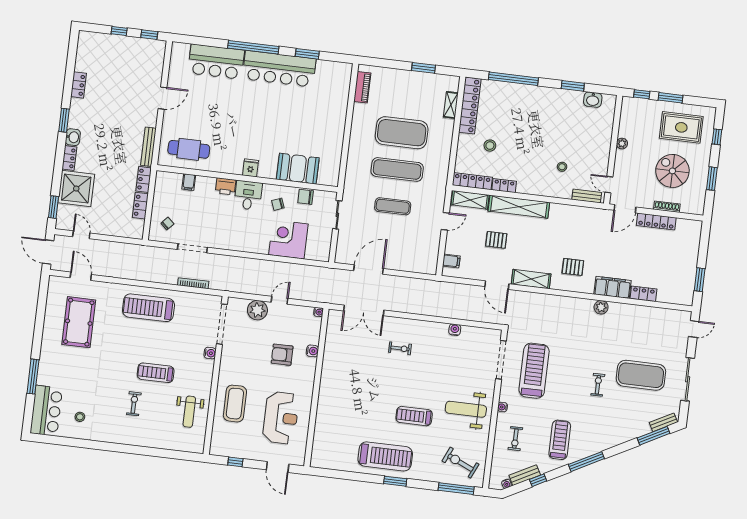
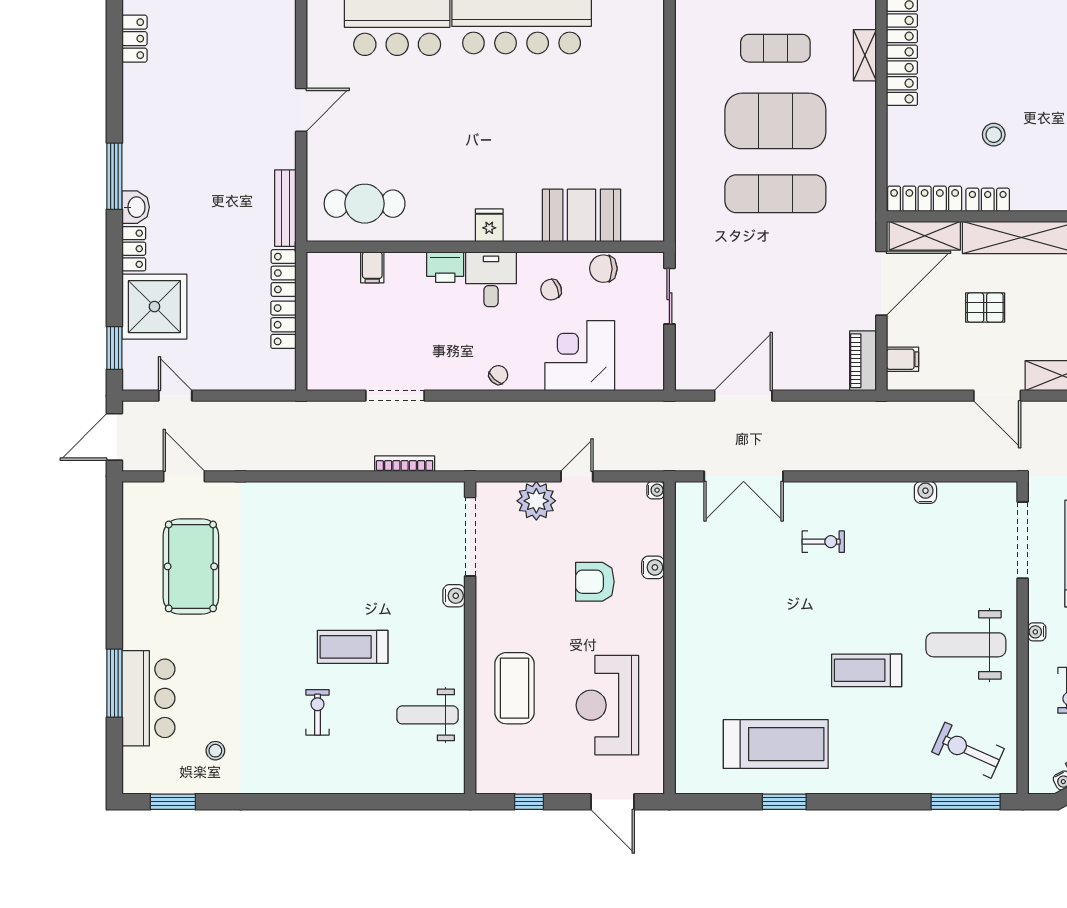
locker: (79, 85) -> (134, 39), moved
piano: (362, 87) -> (863, 361), moved, turned 180
window: (64, 120) -> (114, 176), width x1.44
stool: (490, 146) -> (994, 135), moved
exercise mat: (393, 206) -> (775, 48), moved
door: (445, 221) -> (881, 283), width x1.87
chair: (167, 224) -> (498, 375), moved
door: (48, 252) -> (114, 437), hinge flipped
treadmill: (148, 308) -> (323, 522), removed
bar counter: (46, 411) -> (148, 698), moved
weight bench: (189, 412) -> (427, 715), turned 90
reception desk: (281, 418) -> (607, 705), turned 180
window: (55, 440) -> (173, 802), added
treadmill: (385, 456) -> (776, 744), moved
window: (395, 481) -> (784, 802), moved

